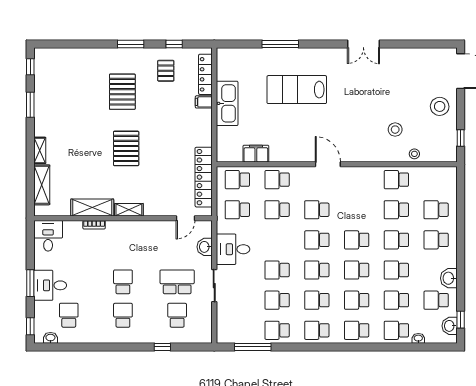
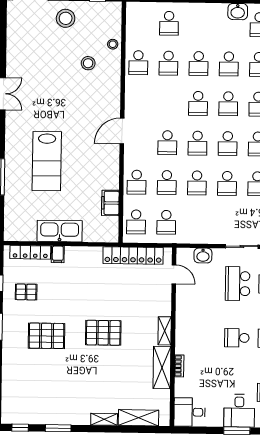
school desk: (436, 240) -> (197, 183), moved
desk: (233, 249) -> (206, 227), removed

